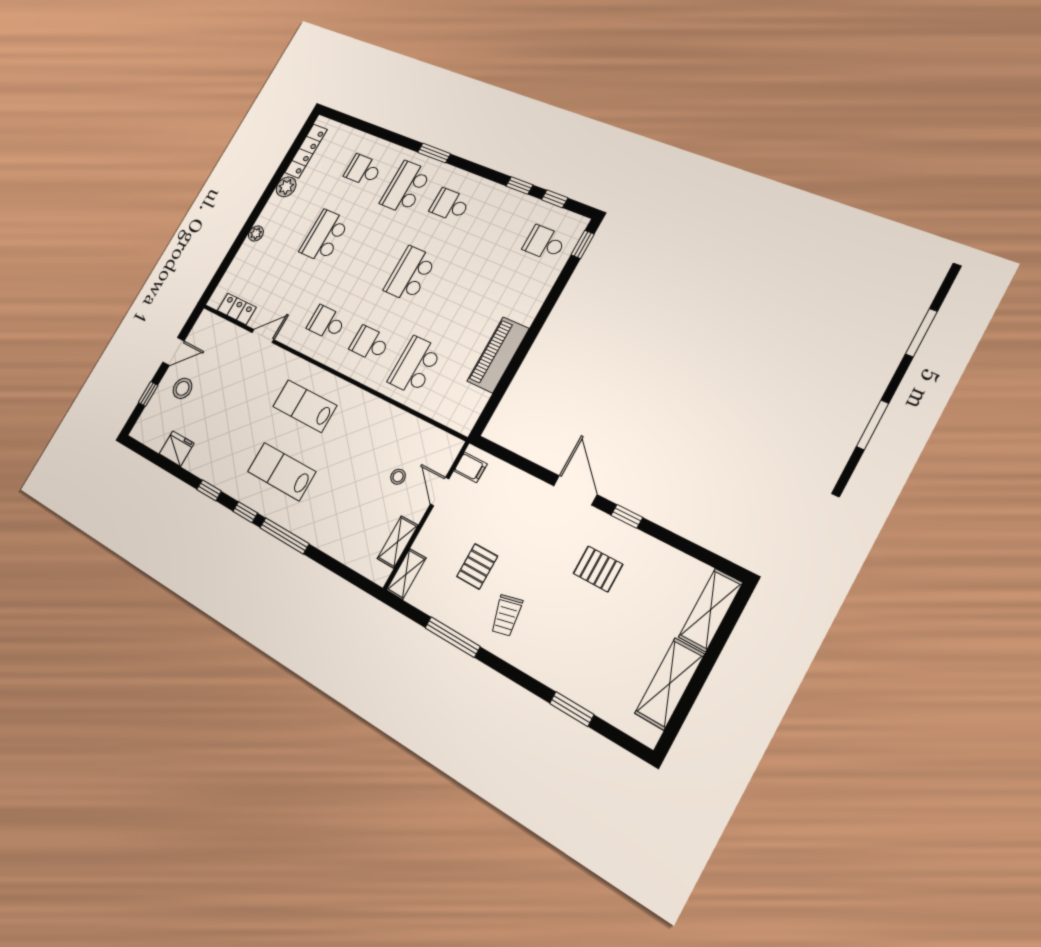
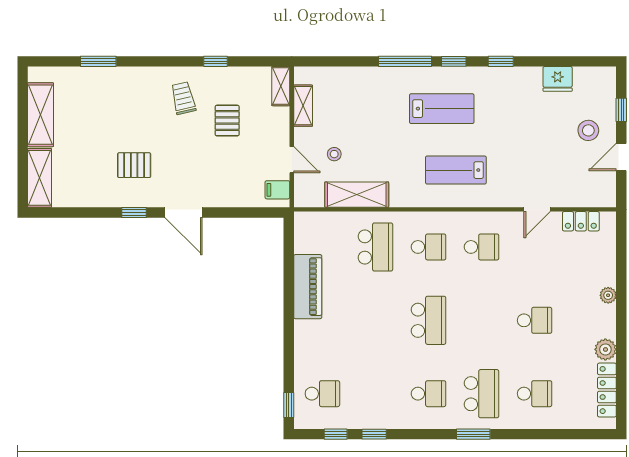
school desk: (324, 236) -> (535, 320), width x0.54
lab bench: (305, 406) -> (456, 170), turned 180
shelving: (402, 425) -> (357, 195), added
window: (452, 637) -> (216, 61), width x0.46

